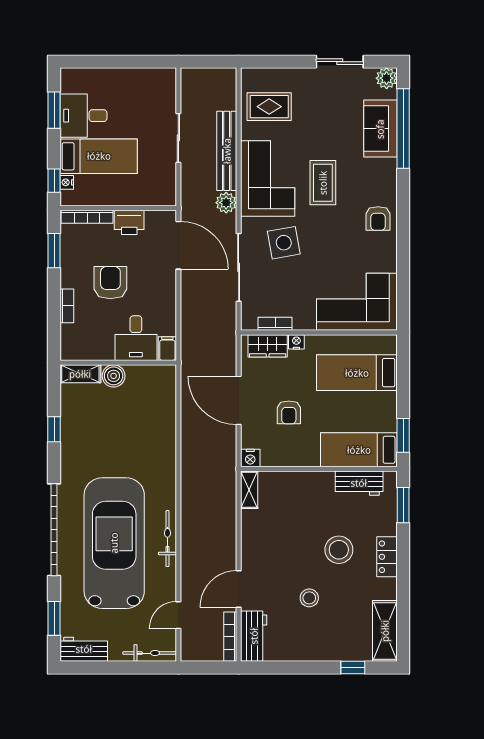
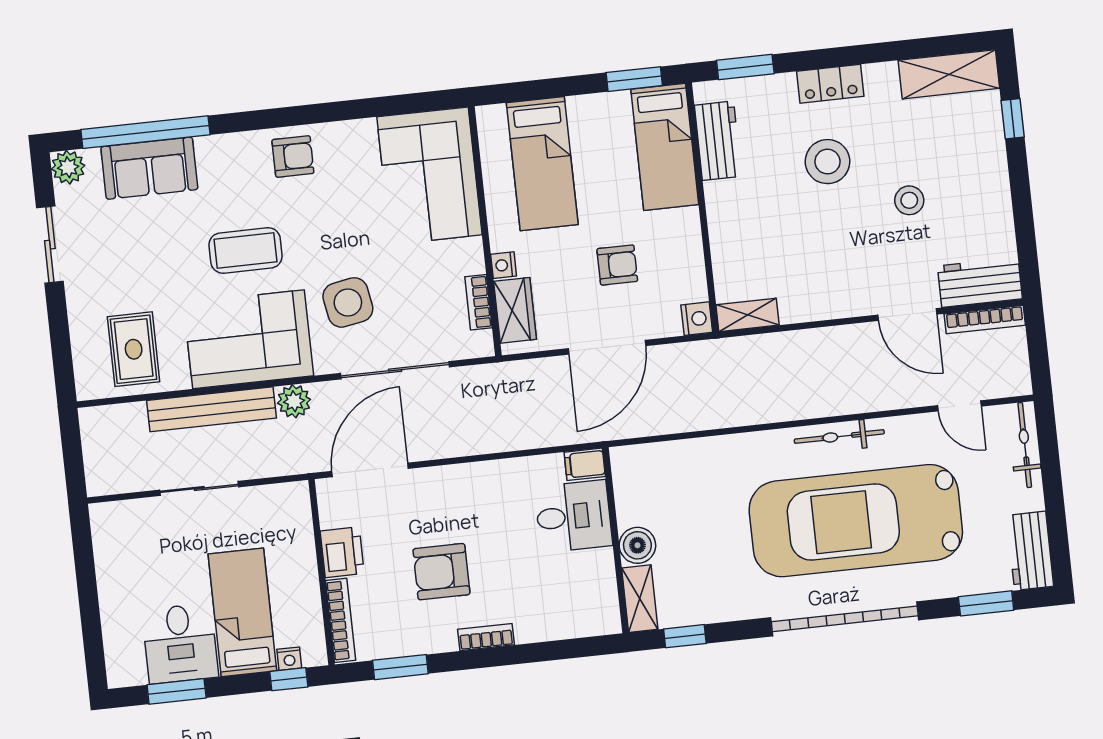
desk: (136, 338) -> (573, 516), moved
filing cabinet: (167, 349) -> (585, 464), moved
wall: (118, 363) -> (615, 540), moved
shelving: (80, 374) -> (640, 599), moved
boiler: (114, 376) -> (637, 545), moved

